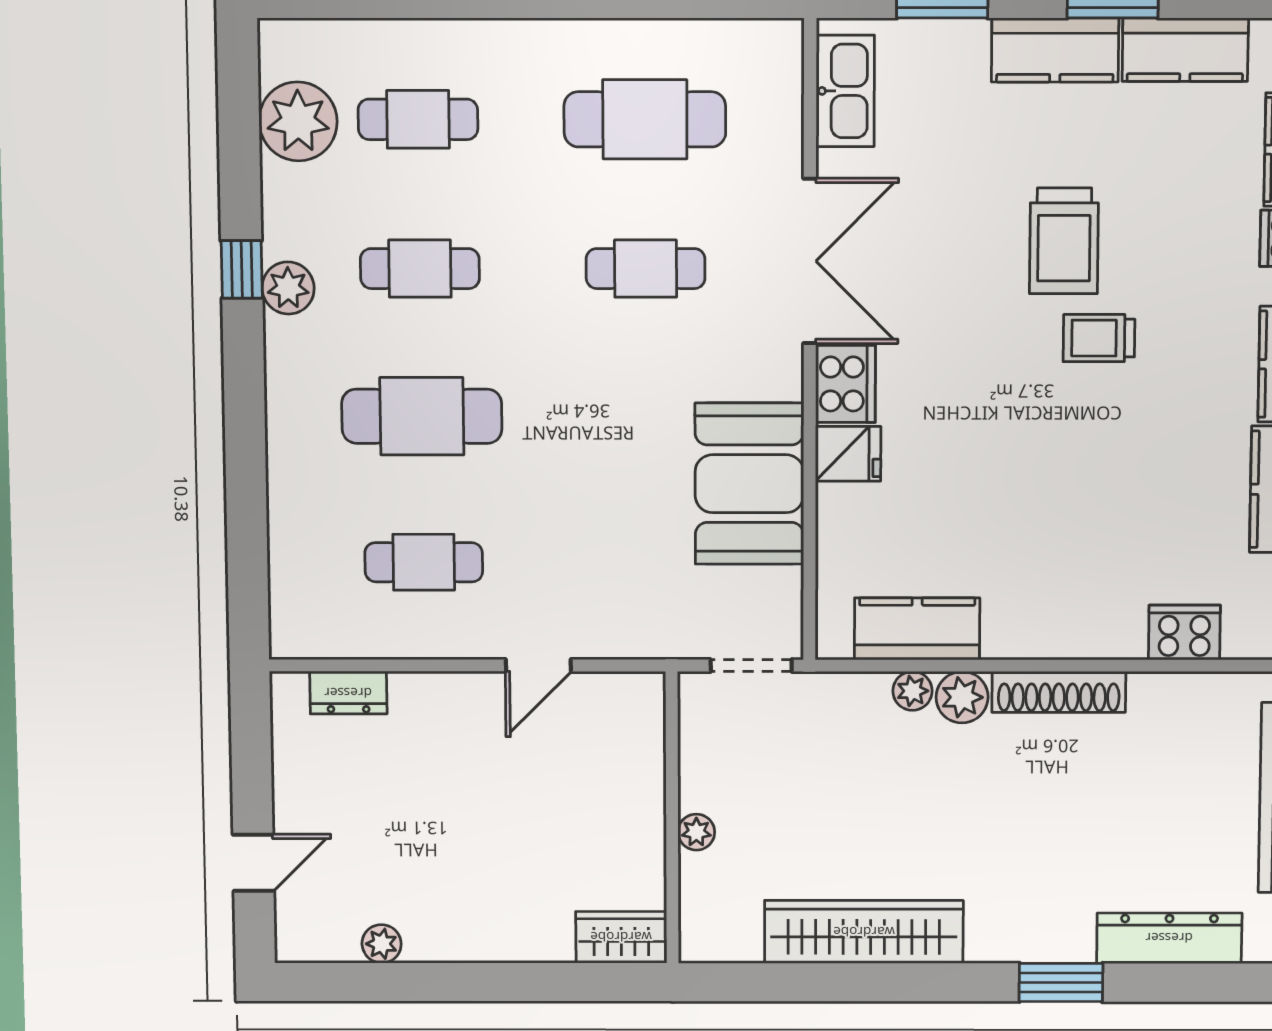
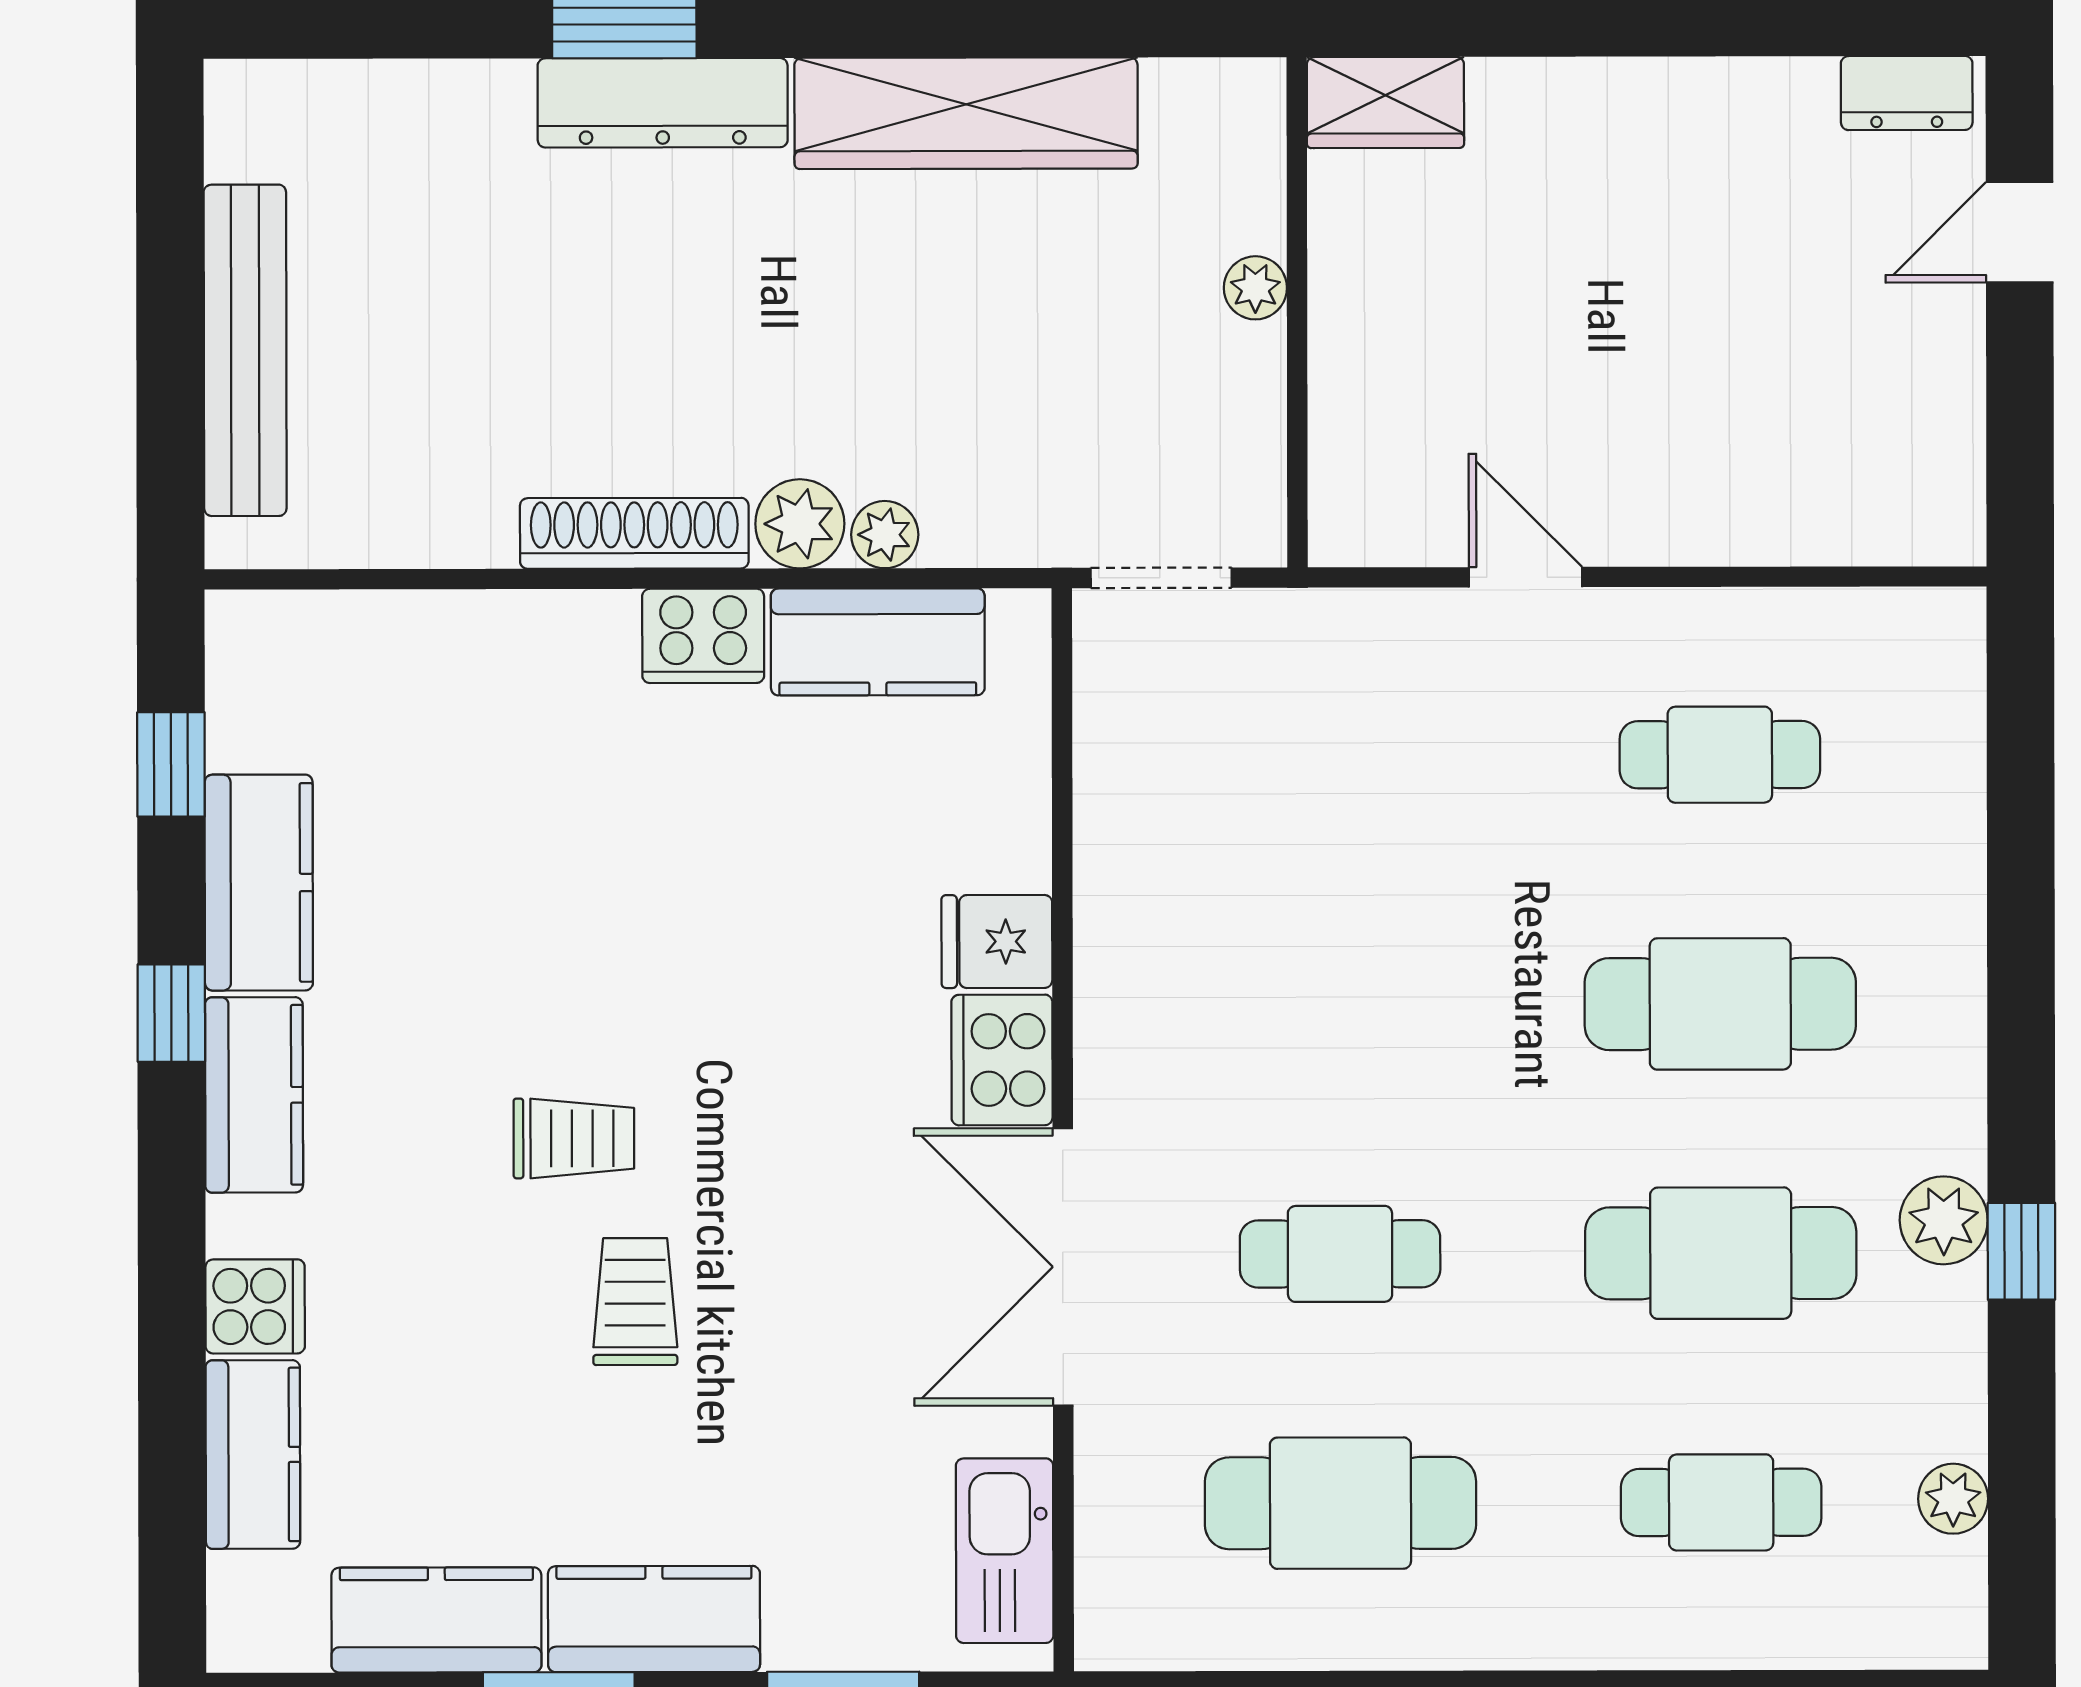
plant: (298, 121) -> (1953, 1499), width x0.53, depth x0.53
trolley: (1064, 241) -> (635, 1302), width x0.73, depth x0.72
cafe table: (420, 269) -> (1721, 1253), width x1.37, depth x1.35
booth: (749, 484) -> (1165, 890), removed
cooker: (1184, 633) -> (703, 636), moved
door: (538, 665) -> (1525, 577), hinge flipped
dresser: (348, 693) -> (1907, 93), moved, turned 180
dresser: (1169, 938) -> (663, 103), moved
plant: (382, 944) -> (1800, 90), removed

